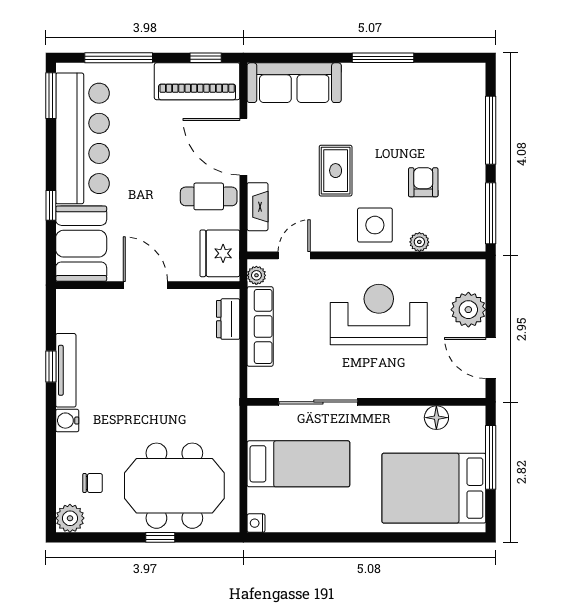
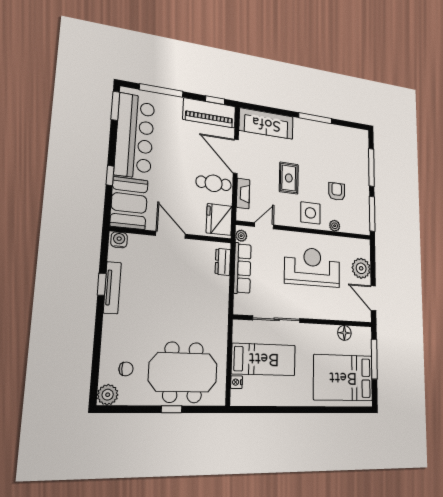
water cooler: (67, 421) -> (119, 240), moved, turned 90
nightstand: (256, 523) -> (237, 382), moved

